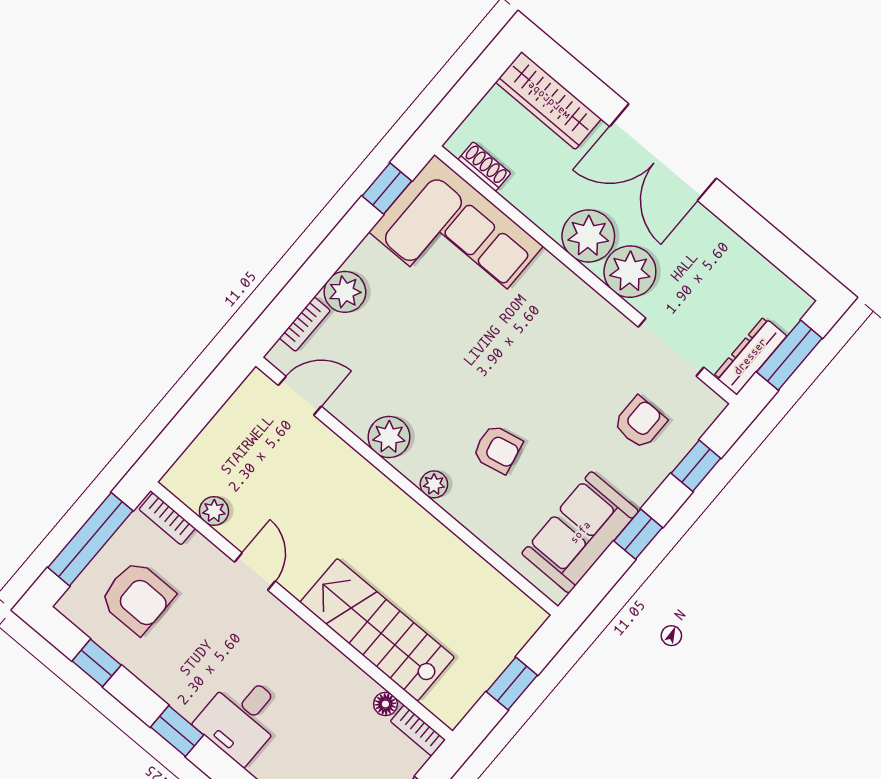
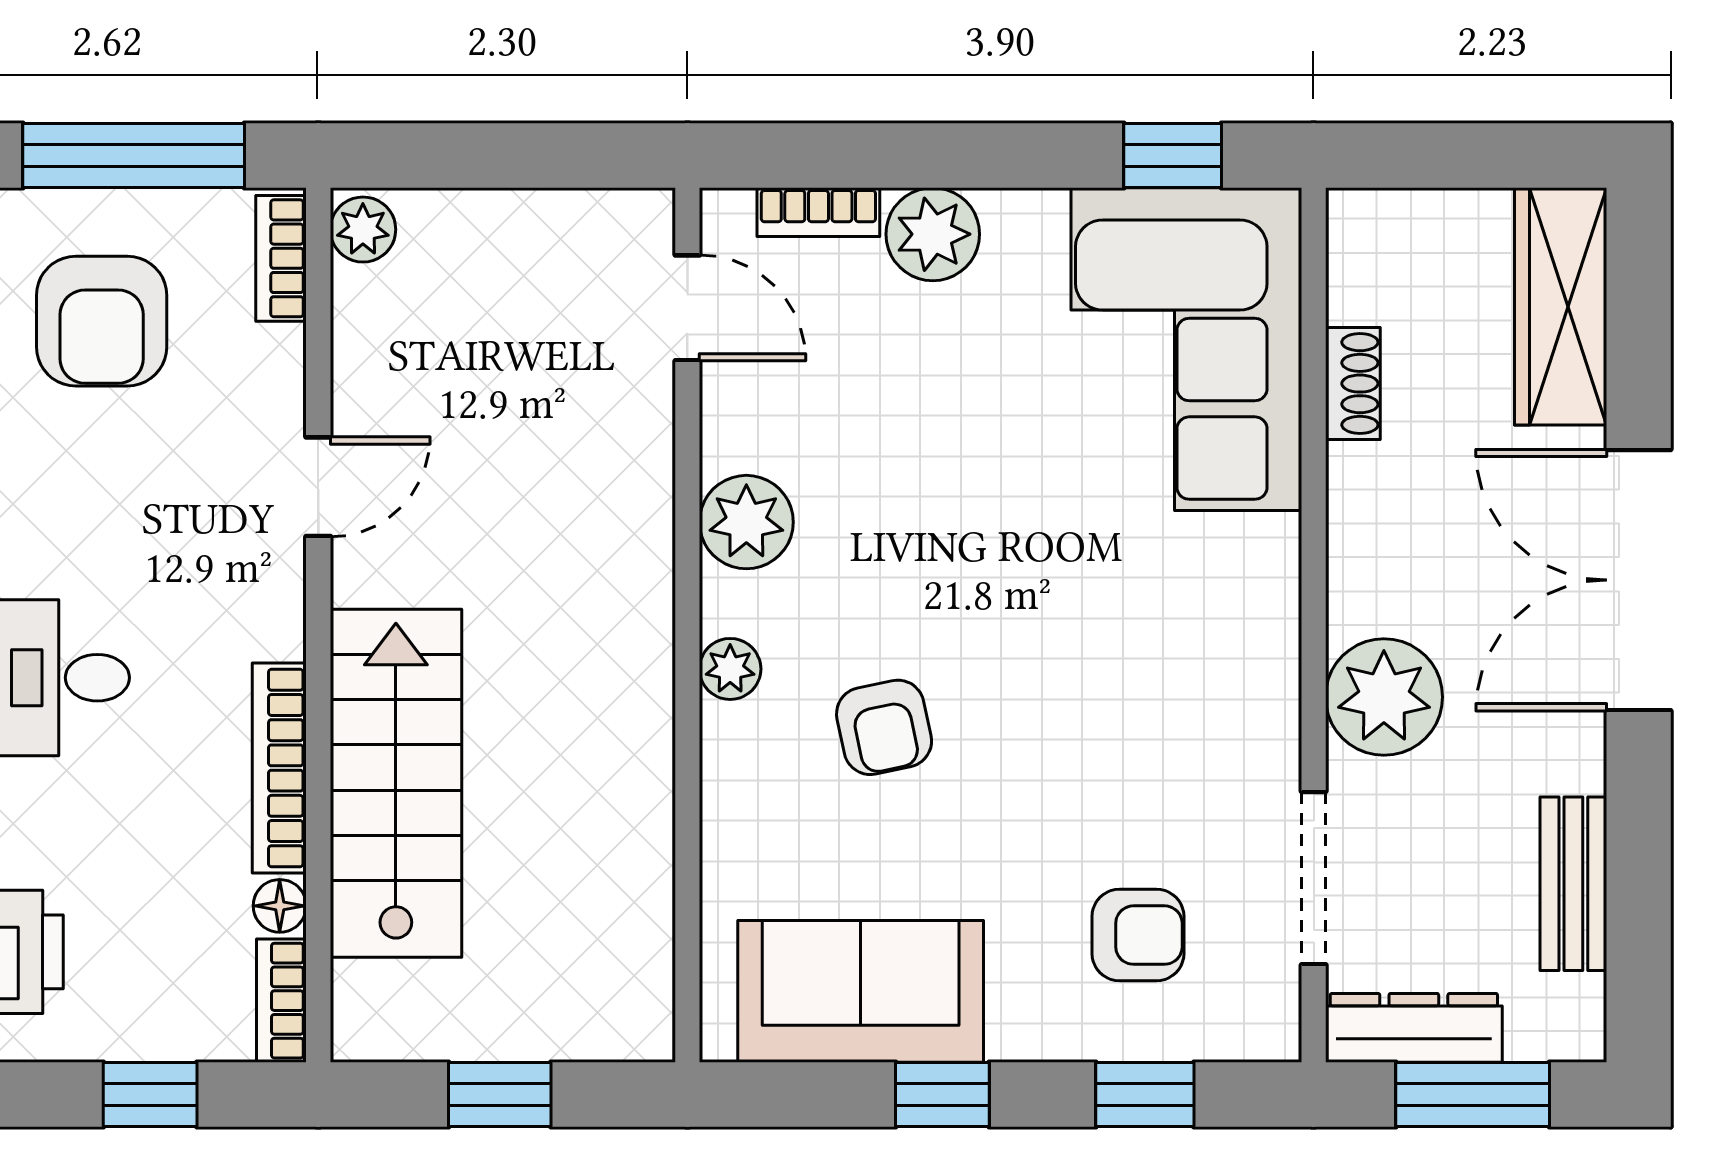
shoe rack: (484, 167) -> (1353, 384), moved
plant: (588, 236) -> (1385, 573), removed
bench: (747, 261) -> (1573, 884), added
plant: (214, 511) -> (363, 230), moved
bookcase: (339, 665) -> (279, 768), added

